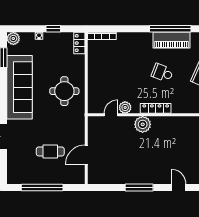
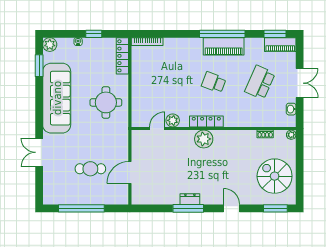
locker: (79, 43) -> (122, 56), width x1.53
plant: (143, 124) -> (204, 139), moved
dresser: (141, 179) -> (190, 199), added

